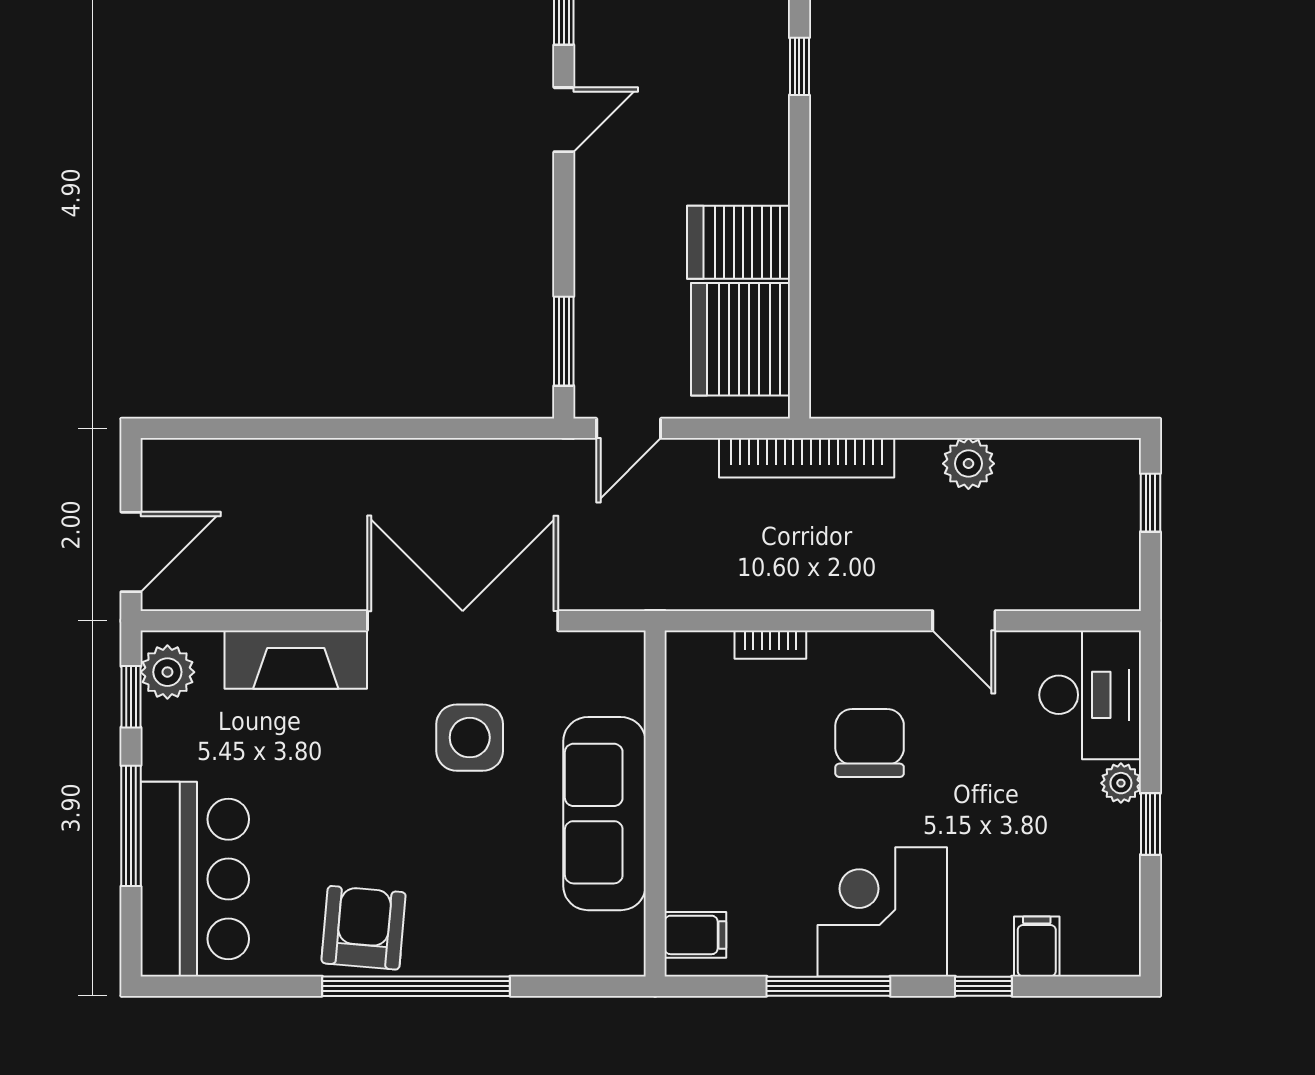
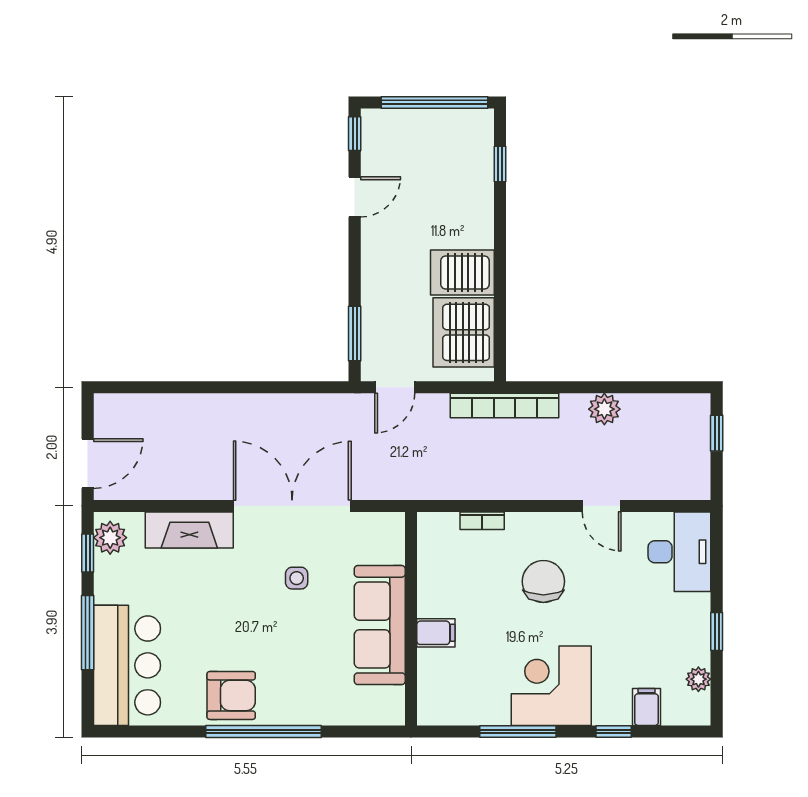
side table: (470, 738) -> (297, 578), width x0.54, depth x0.54
plant: (1121, 783) -> (698, 679), moved
armchair: (364, 928) -> (231, 695), turned 85
filing cabinet: (695, 935) -> (436, 633), moved

